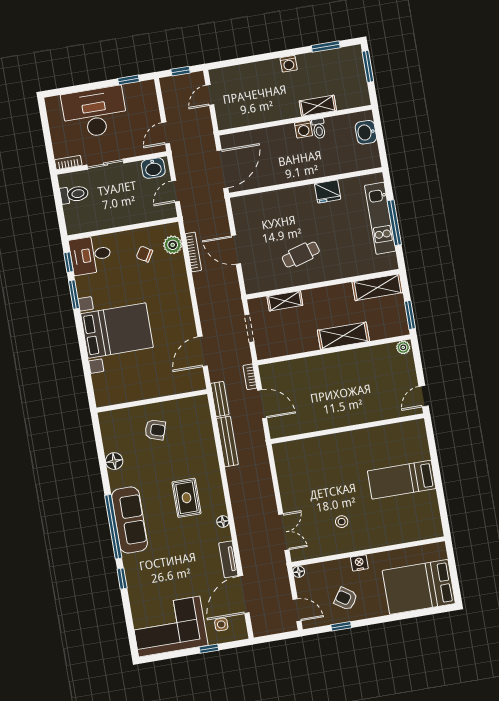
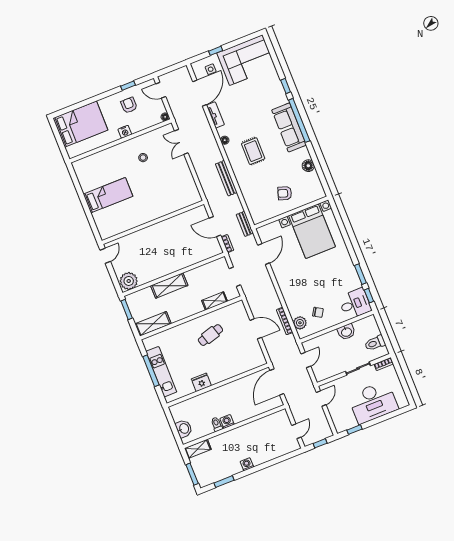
shelving: (318, 106) -> (198, 449), moved
washbasin: (153, 168) -> (346, 332), moved, turned 180
bed with nightstands: (117, 331) -> (312, 231), moved, turned -90
plant: (403, 347) -> (129, 281), width x1.88, depth x1.88
bench: (227, 441) -> (226, 178), moved
armchair: (346, 599) -> (129, 105), turned -124

